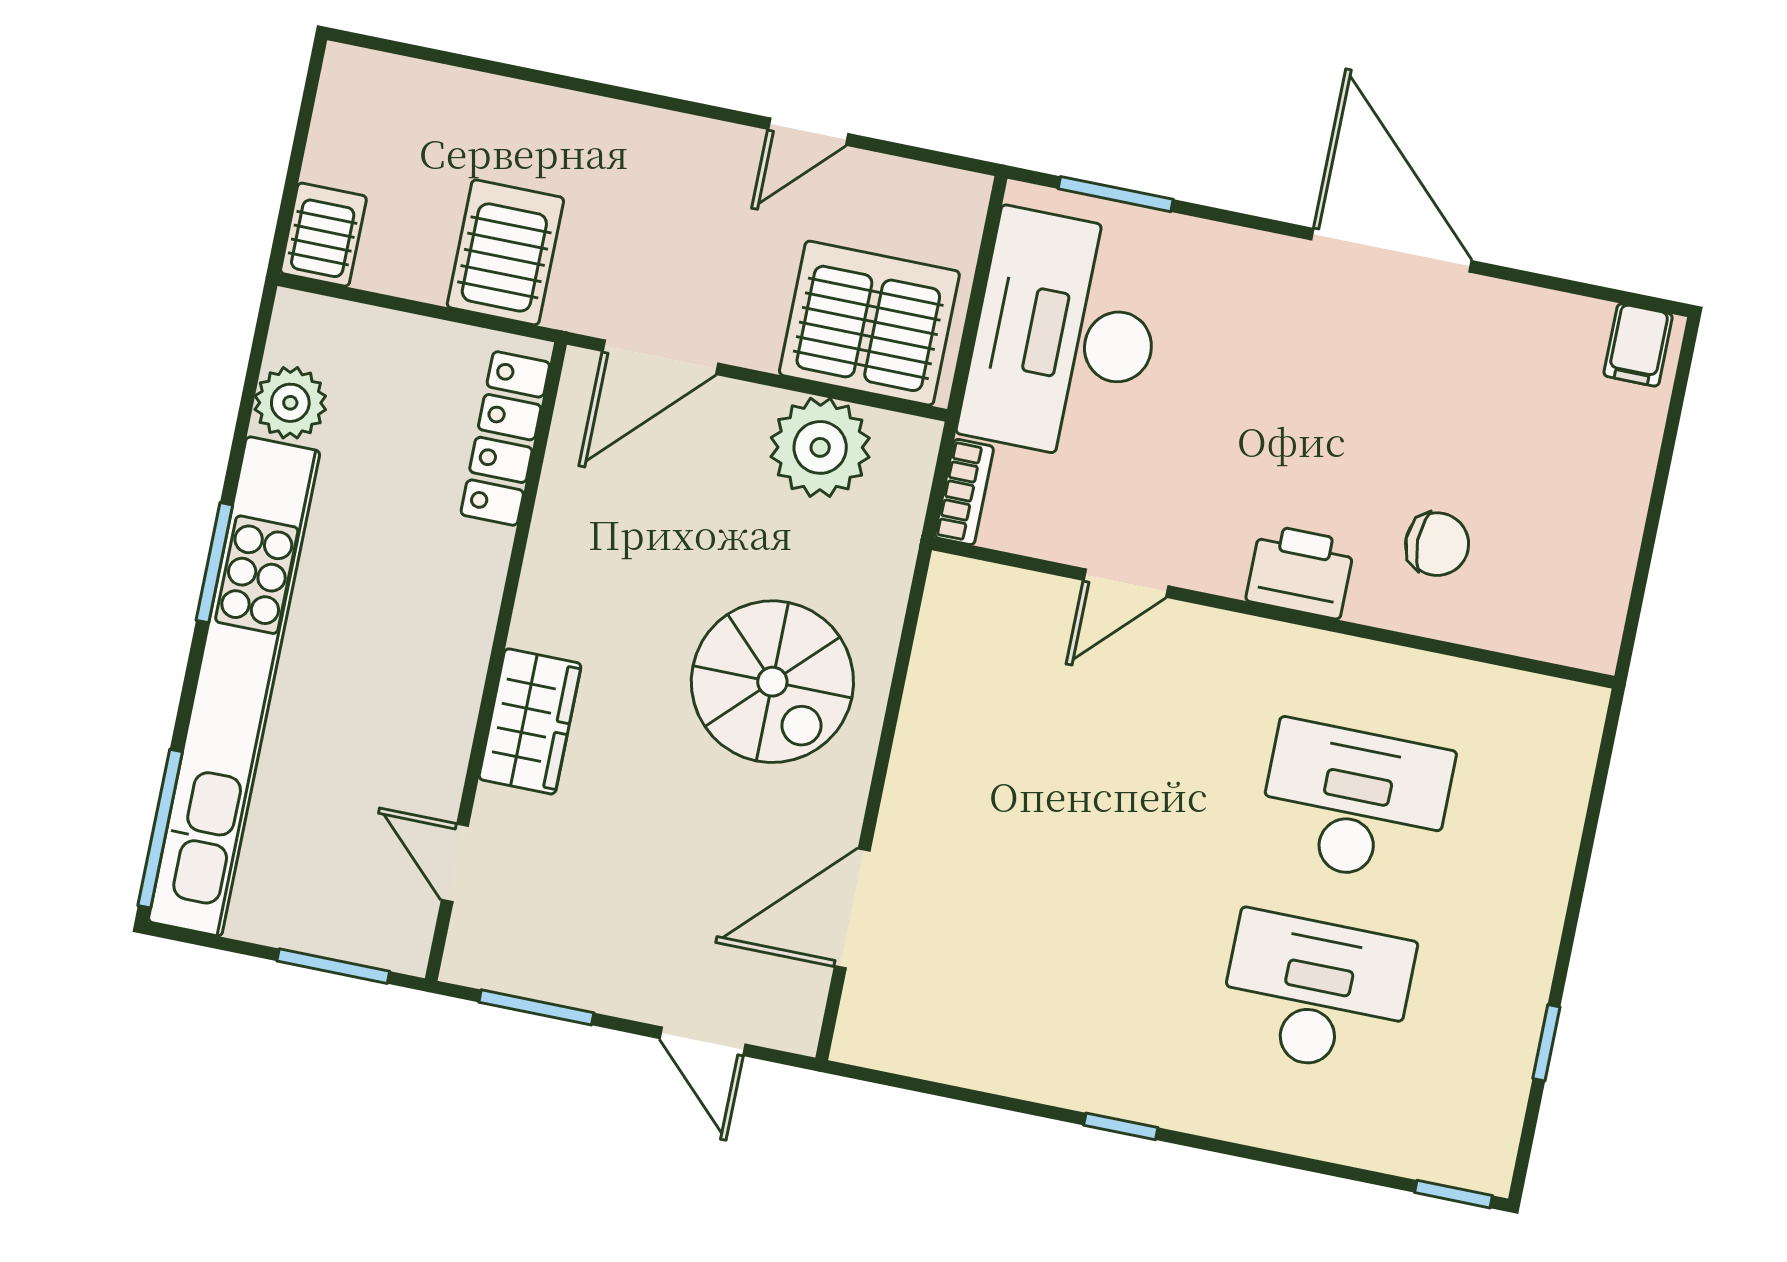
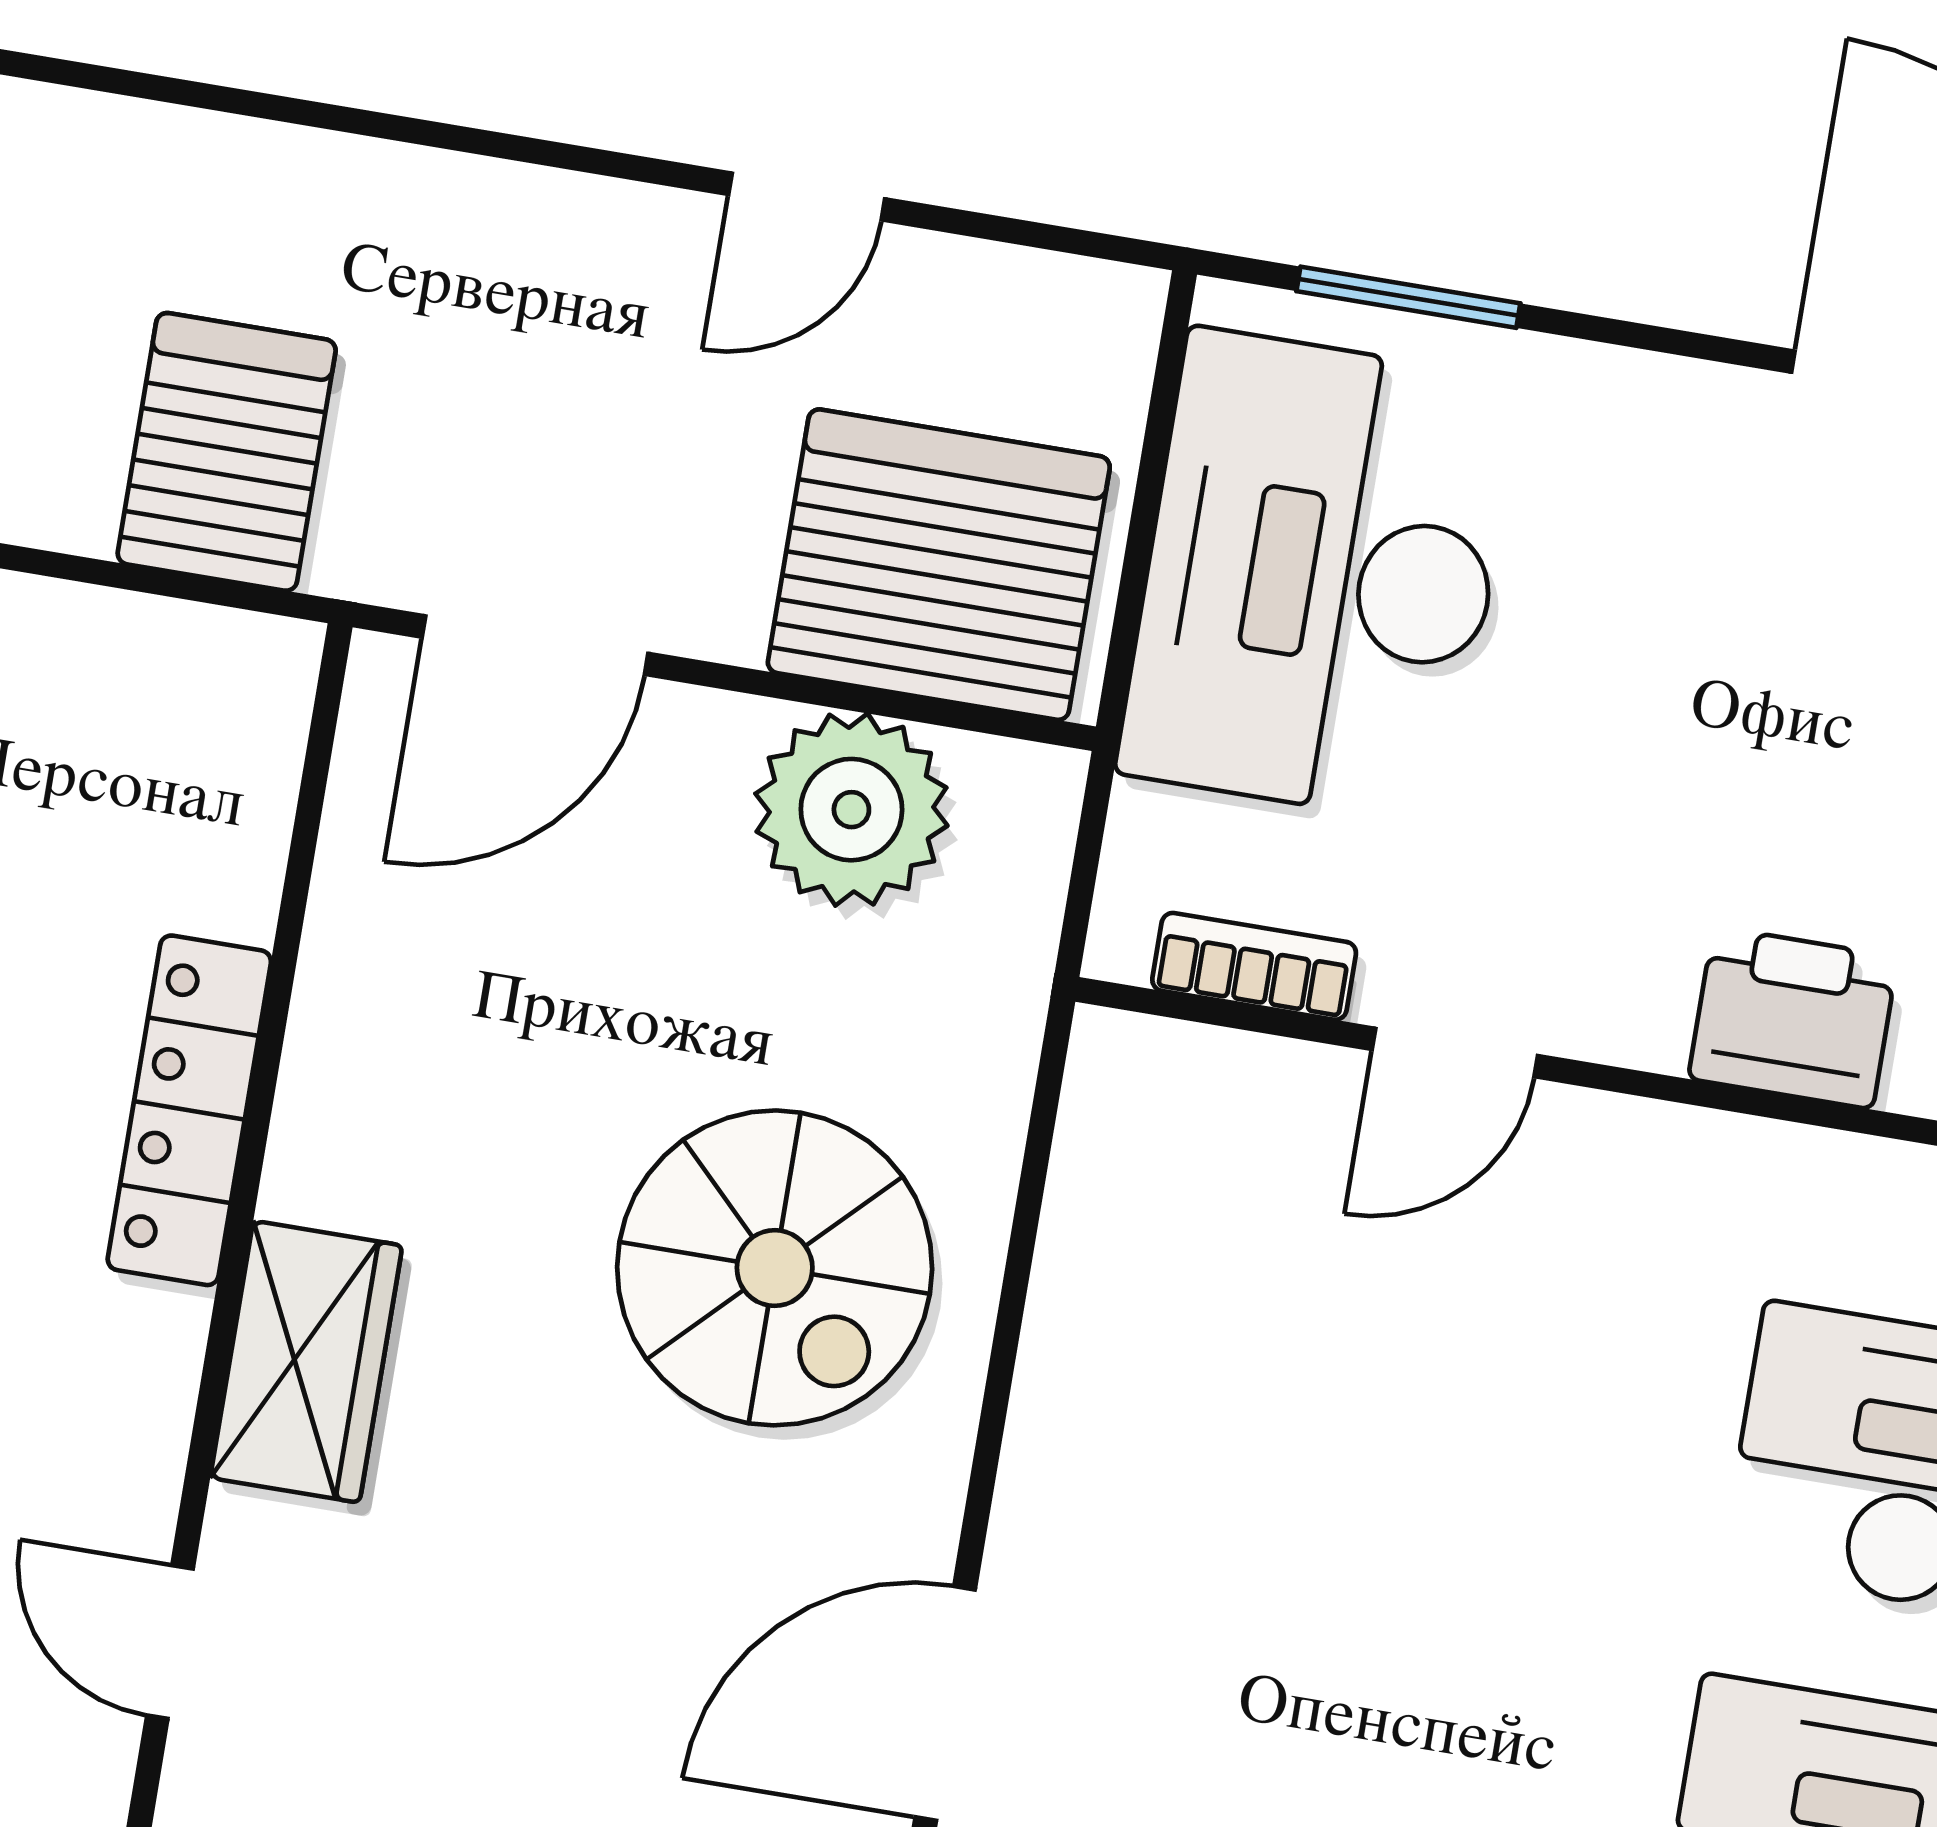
locker: (505, 439) -> (189, 1110), moved
bookcase: (964, 492) -> (1254, 966), moved, turned -90

